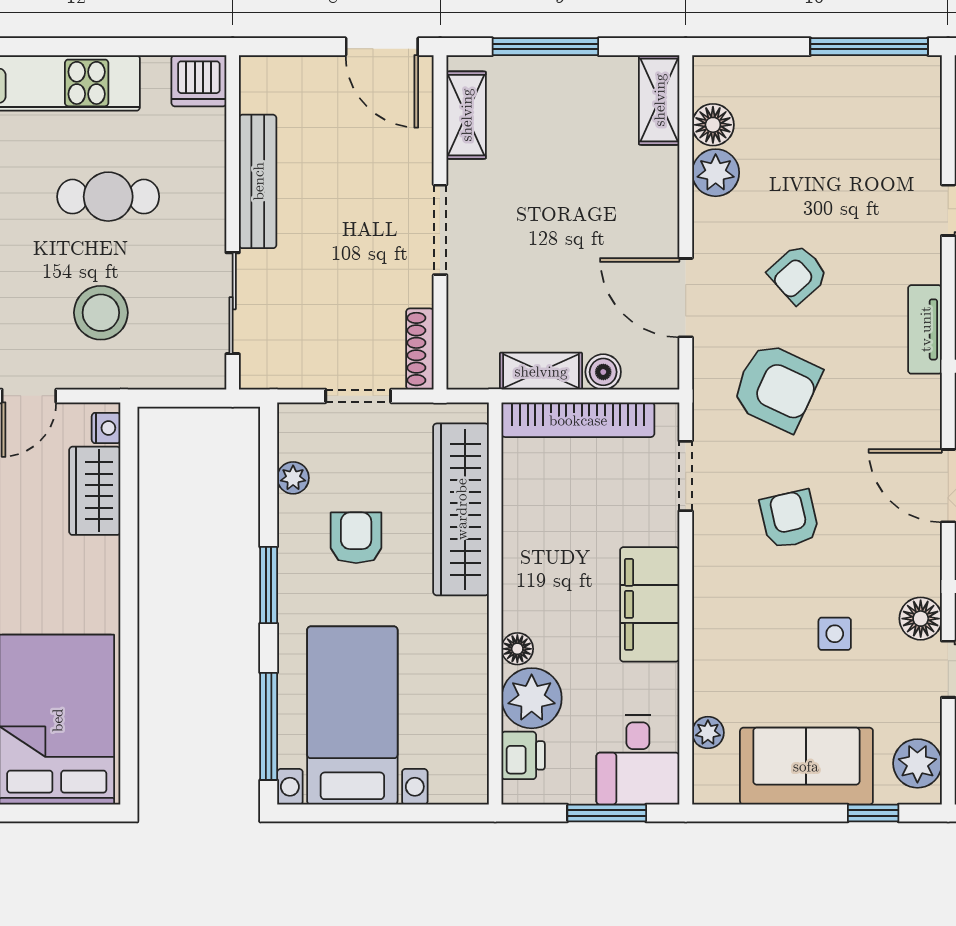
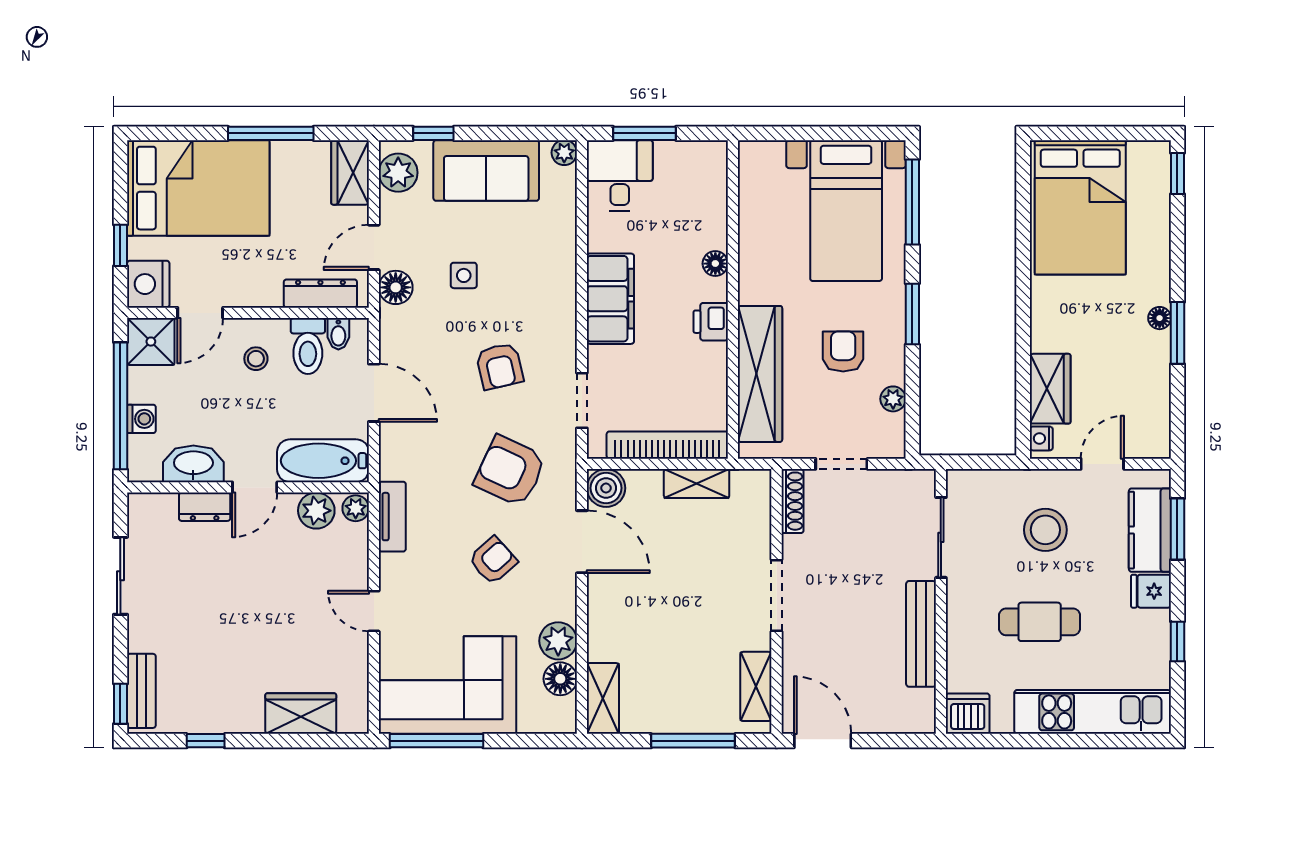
corner sofa: (855, 117) -> (447, 685), added
boiler: (603, 372) -> (606, 488), moved, width x1.36, depth x1.36
armchair: (356, 538) -> (843, 351), turned 180
plant: (532, 698) -> (704, 224), removed
plant: (708, 733) -> (564, 153), moved
printer: (523, 755) -> (711, 322), moved

